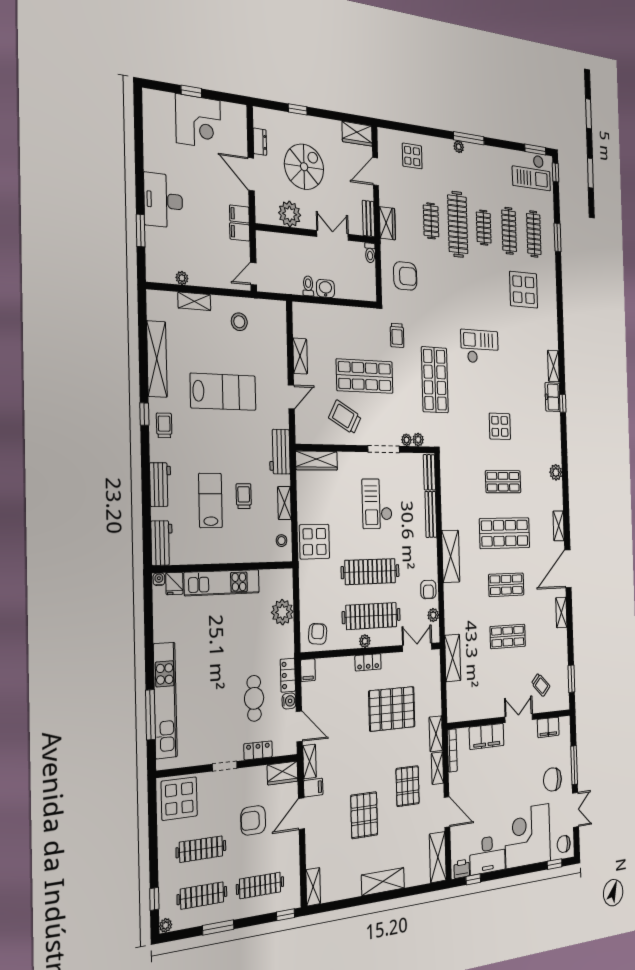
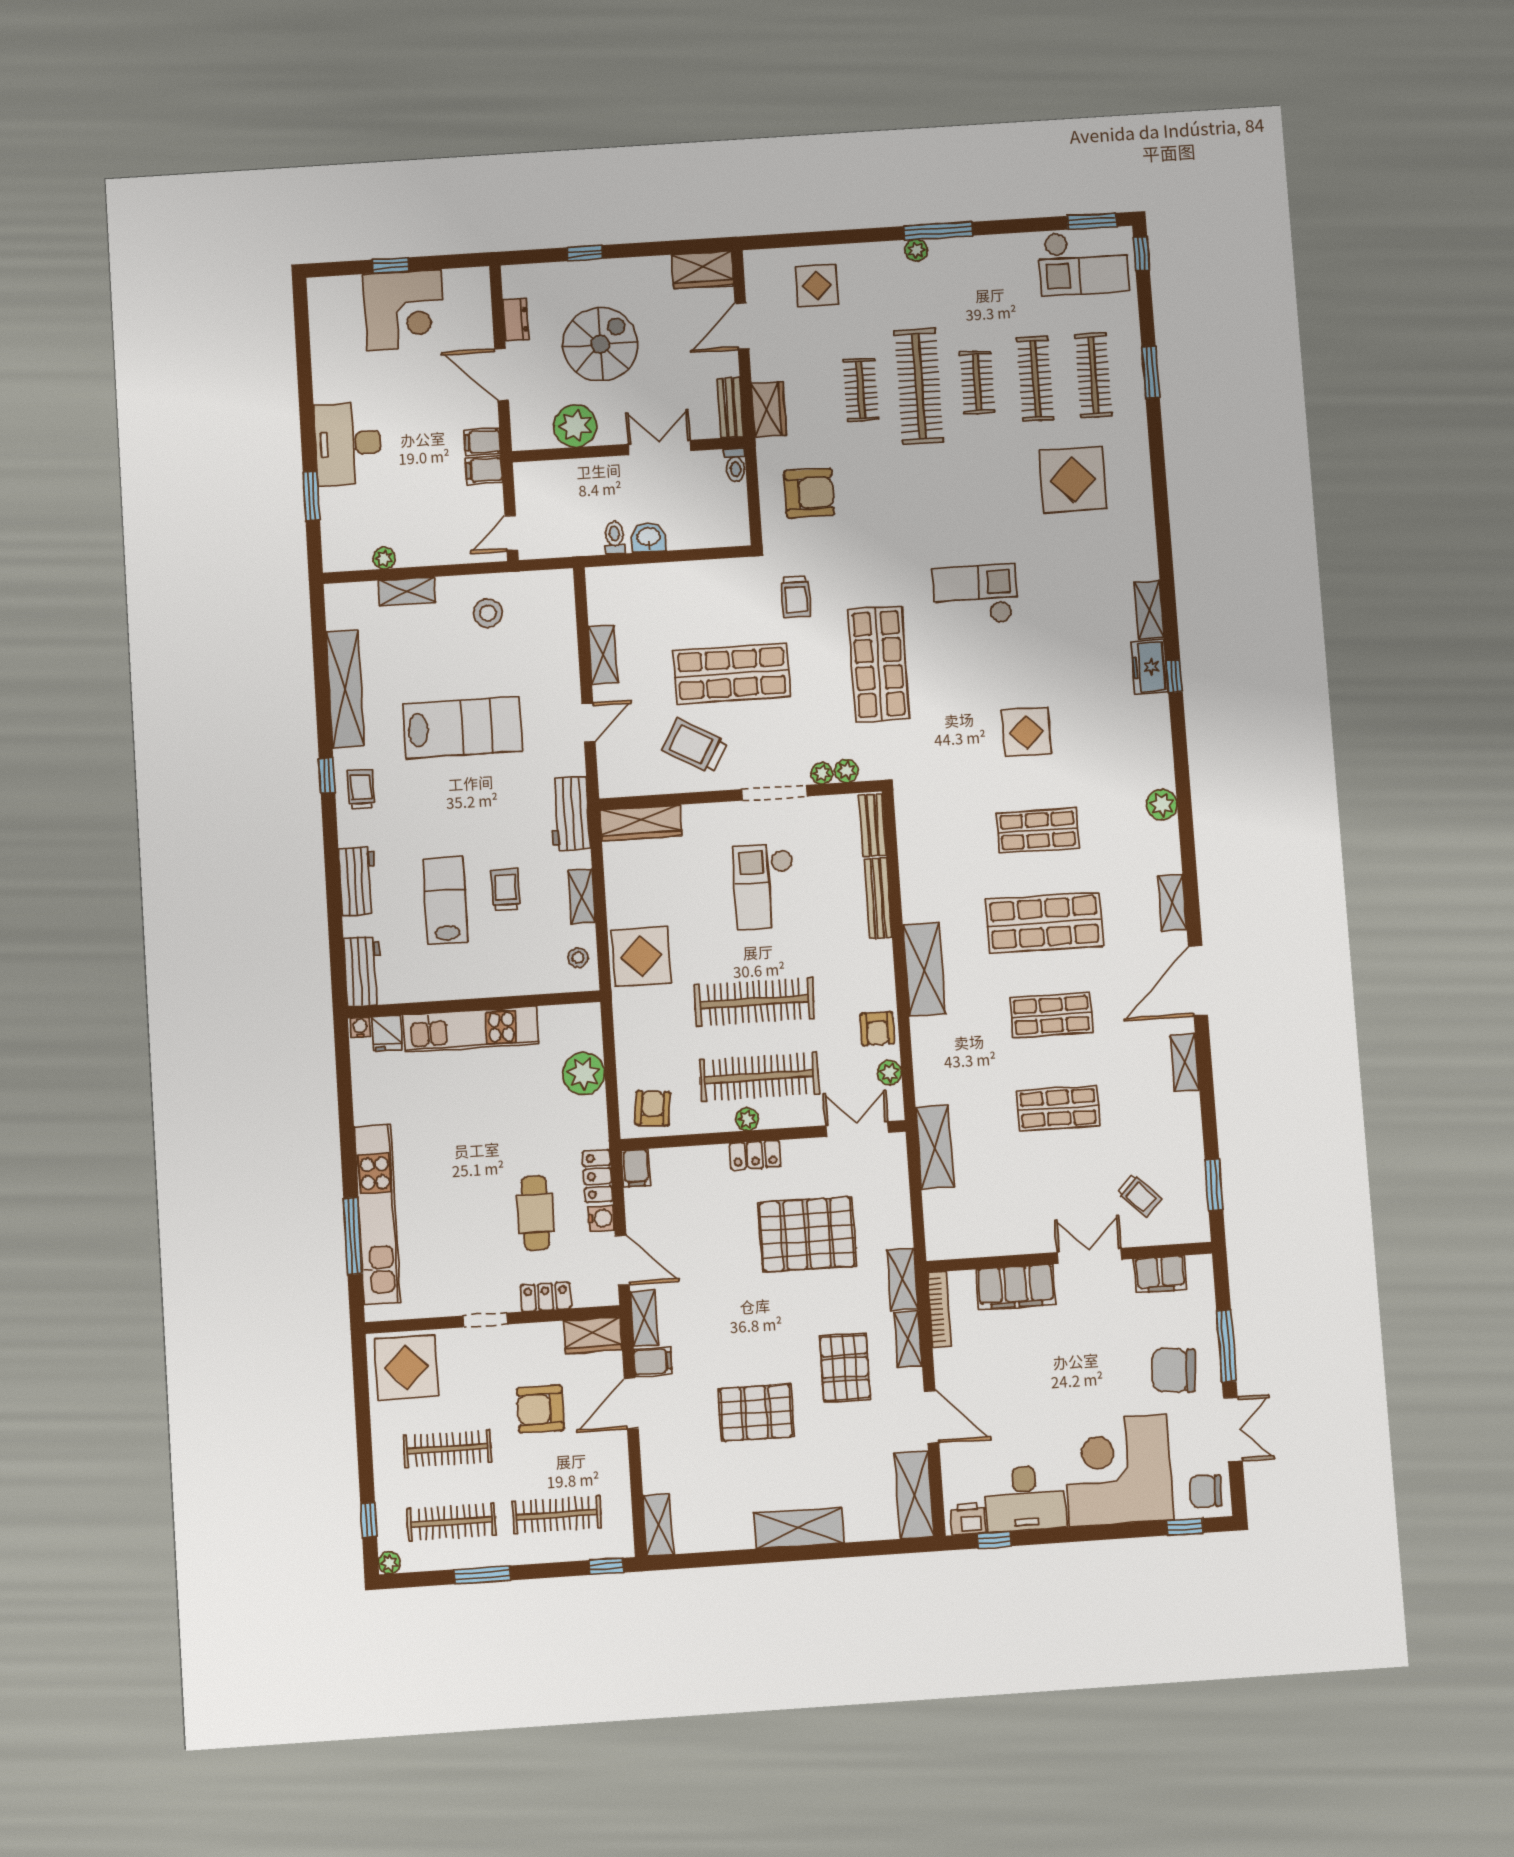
pallet: (364, 815) -> (756, 1413), turned 90

